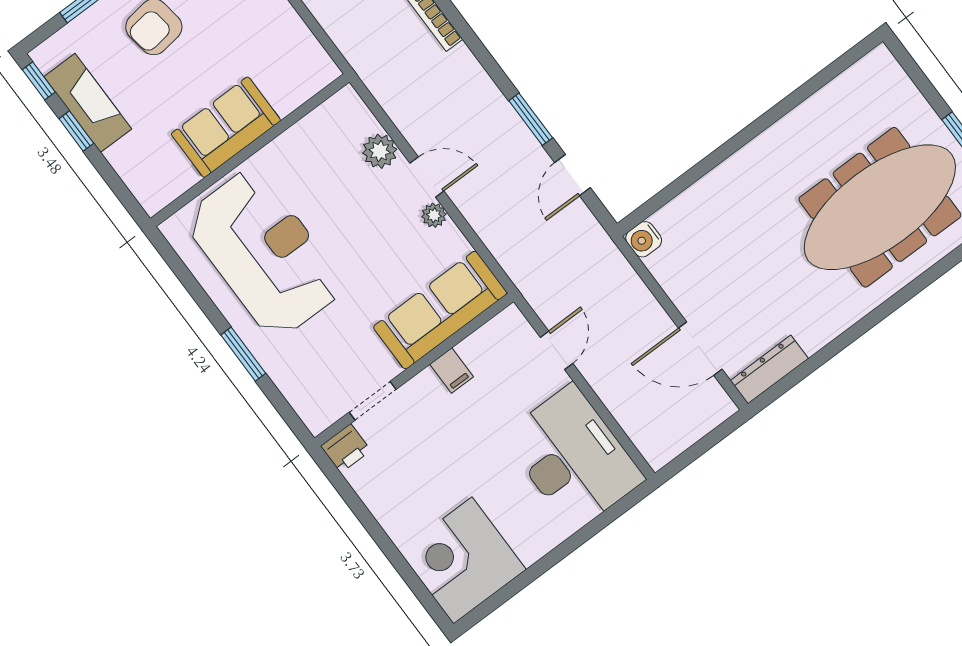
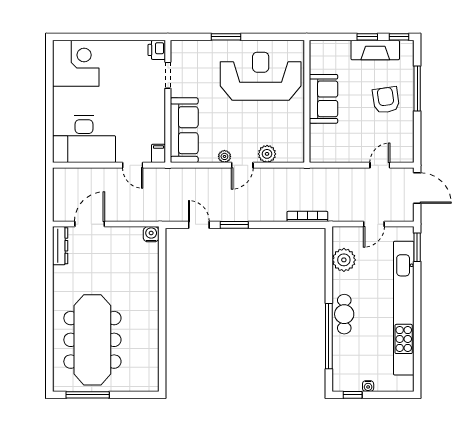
reception desk: (264, 253) -> (261, 76), turned 180
filing cabinet: (452, 371) -> (158, 153), moved, turned 90

